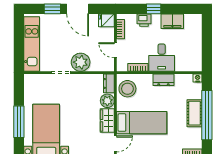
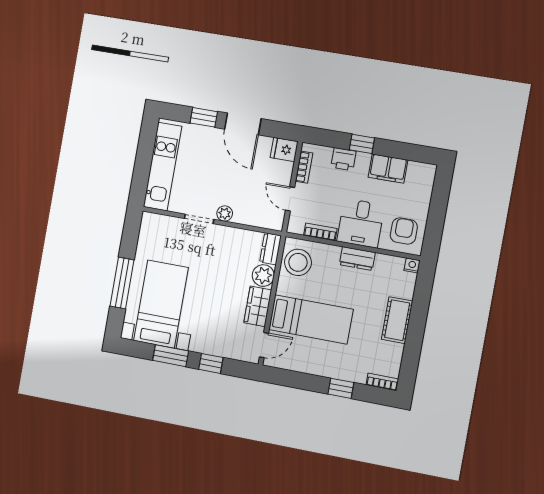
armchair: (189, 58) -> (404, 231), added
plant: (81, 62) -> (225, 213), width x0.53, depth x0.53
window: (207, 115) -> (416, 327), removed

